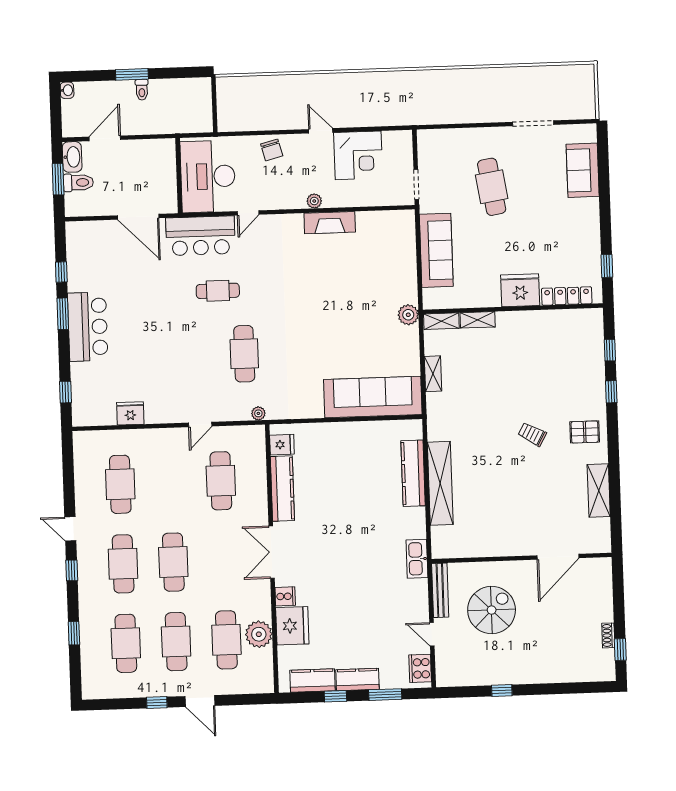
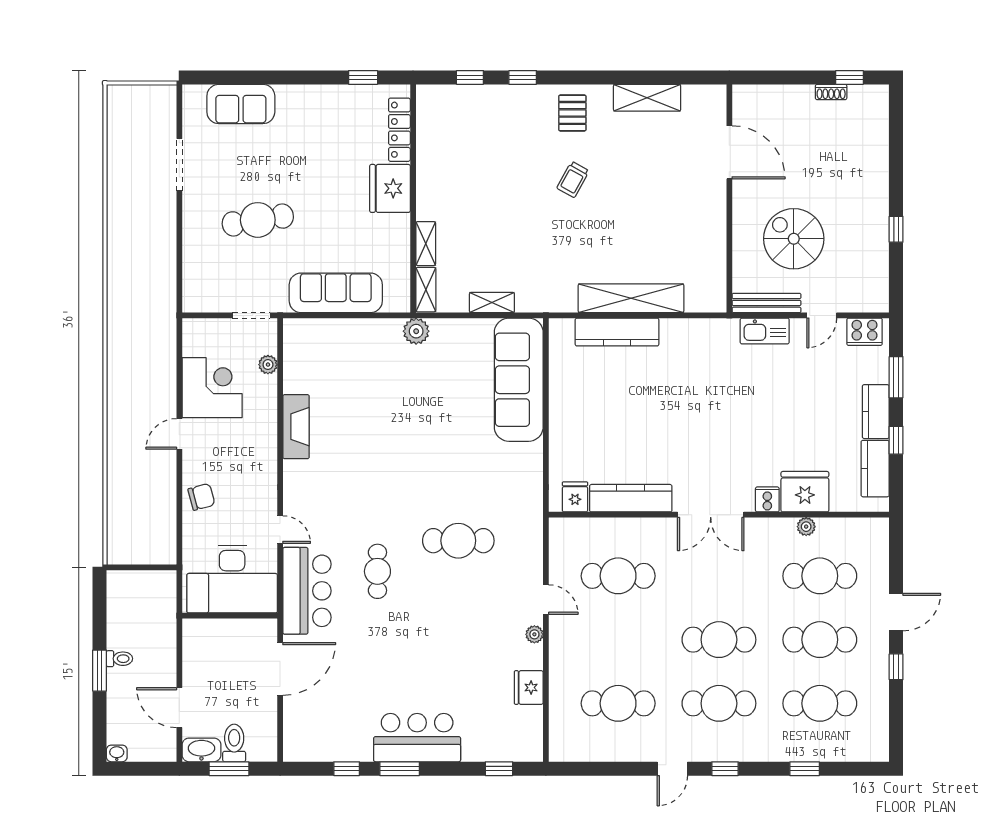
plant: (314, 201) -> (268, 365), moved
plant: (258, 413) -> (534, 634), moved
kitchen sink: (417, 559) -> (765, 331), moved
plant: (259, 634) -> (806, 527), width x0.53, depth x0.53

